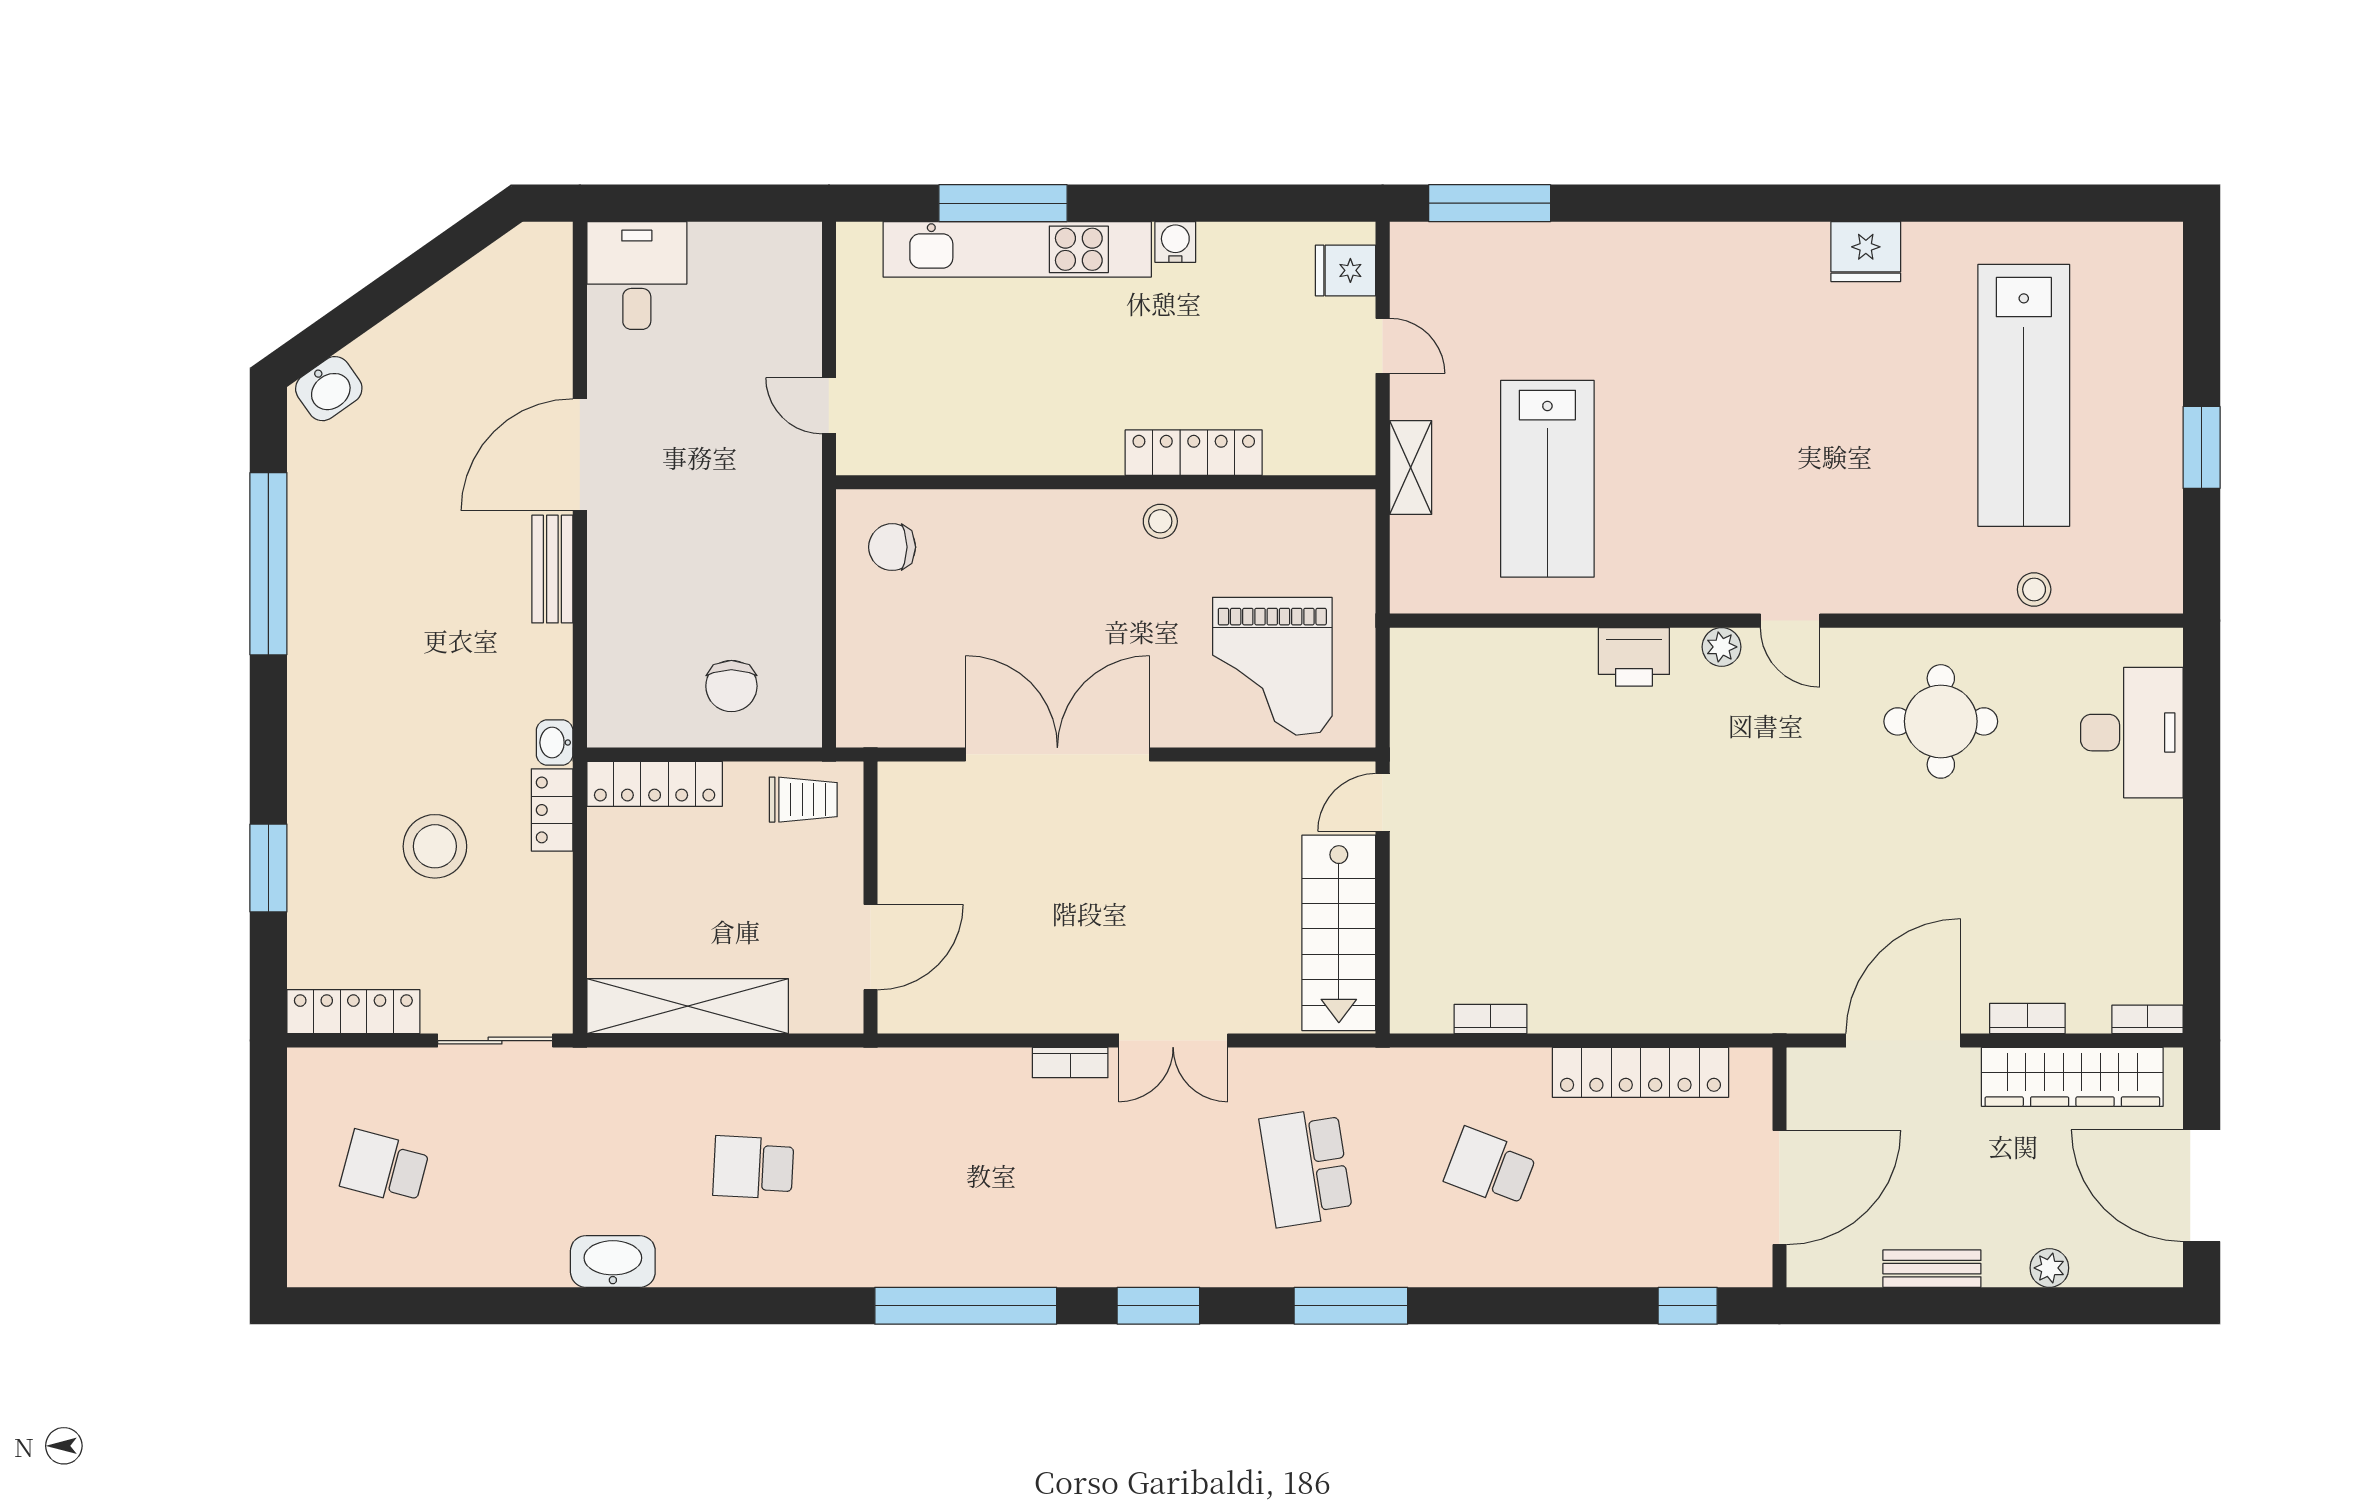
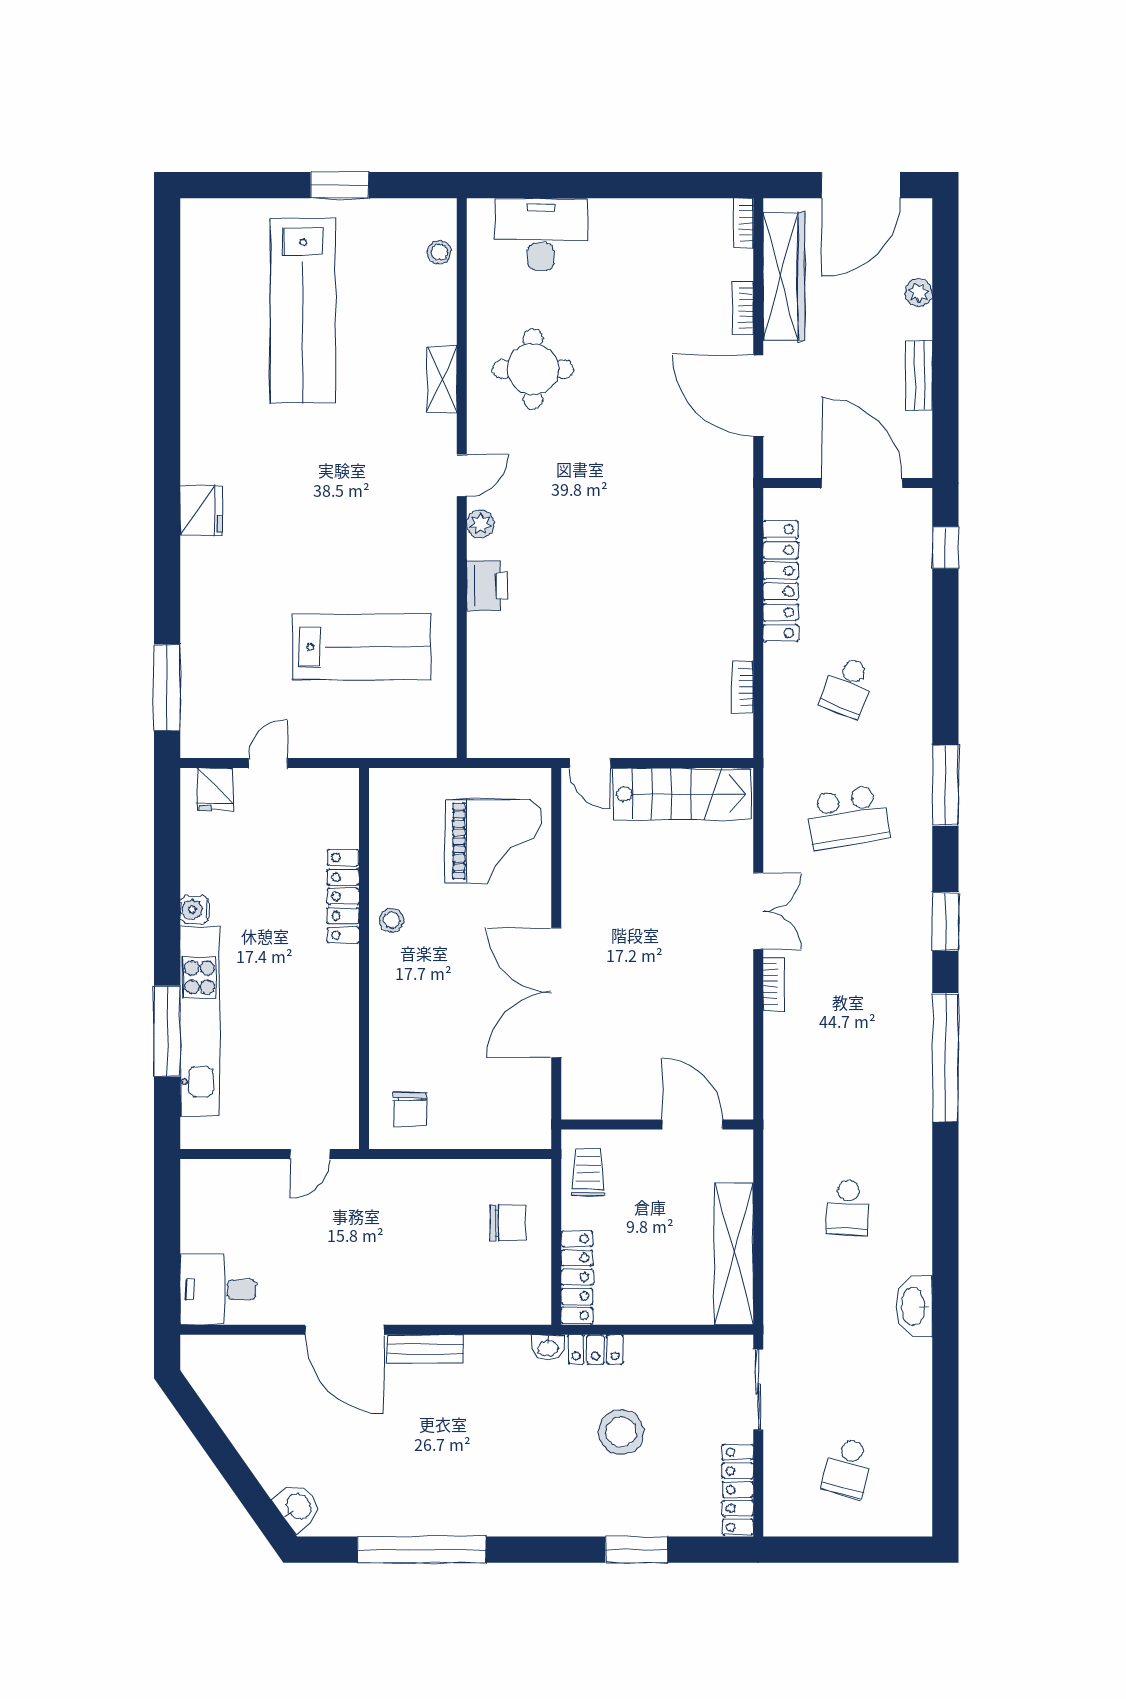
fridge: (1866, 252) -> (201, 511), moved
lab bench: (2024, 395) -> (303, 311), turned 90
shelving: (1411, 467) -> (442, 379), moved, turned 90
stool: (2034, 589) -> (439, 252), moved

